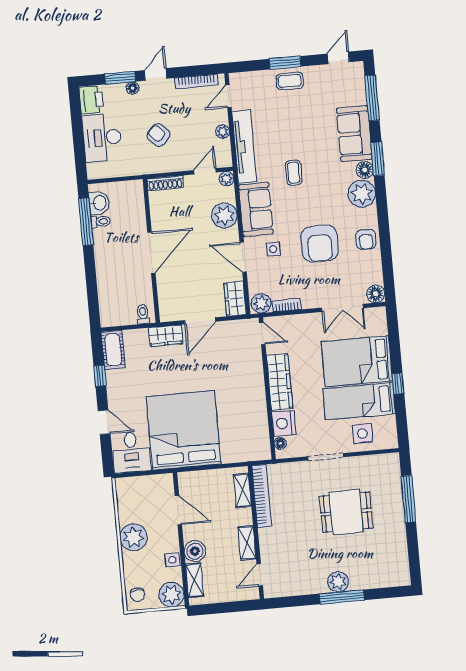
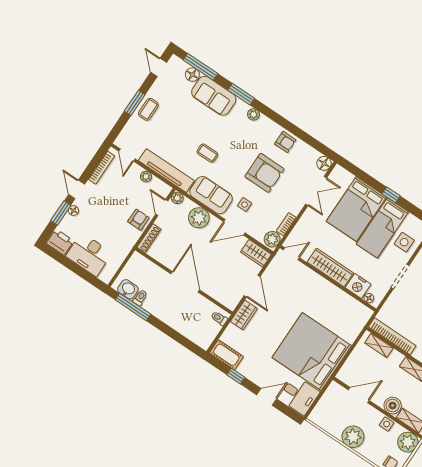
armchair: (159, 135) -> (138, 220), moved, turned 136
floor lamp: (365, 170) -> (192, 75), moved
plant: (362, 194) -> (253, 114), width x0.53, depth x0.53

